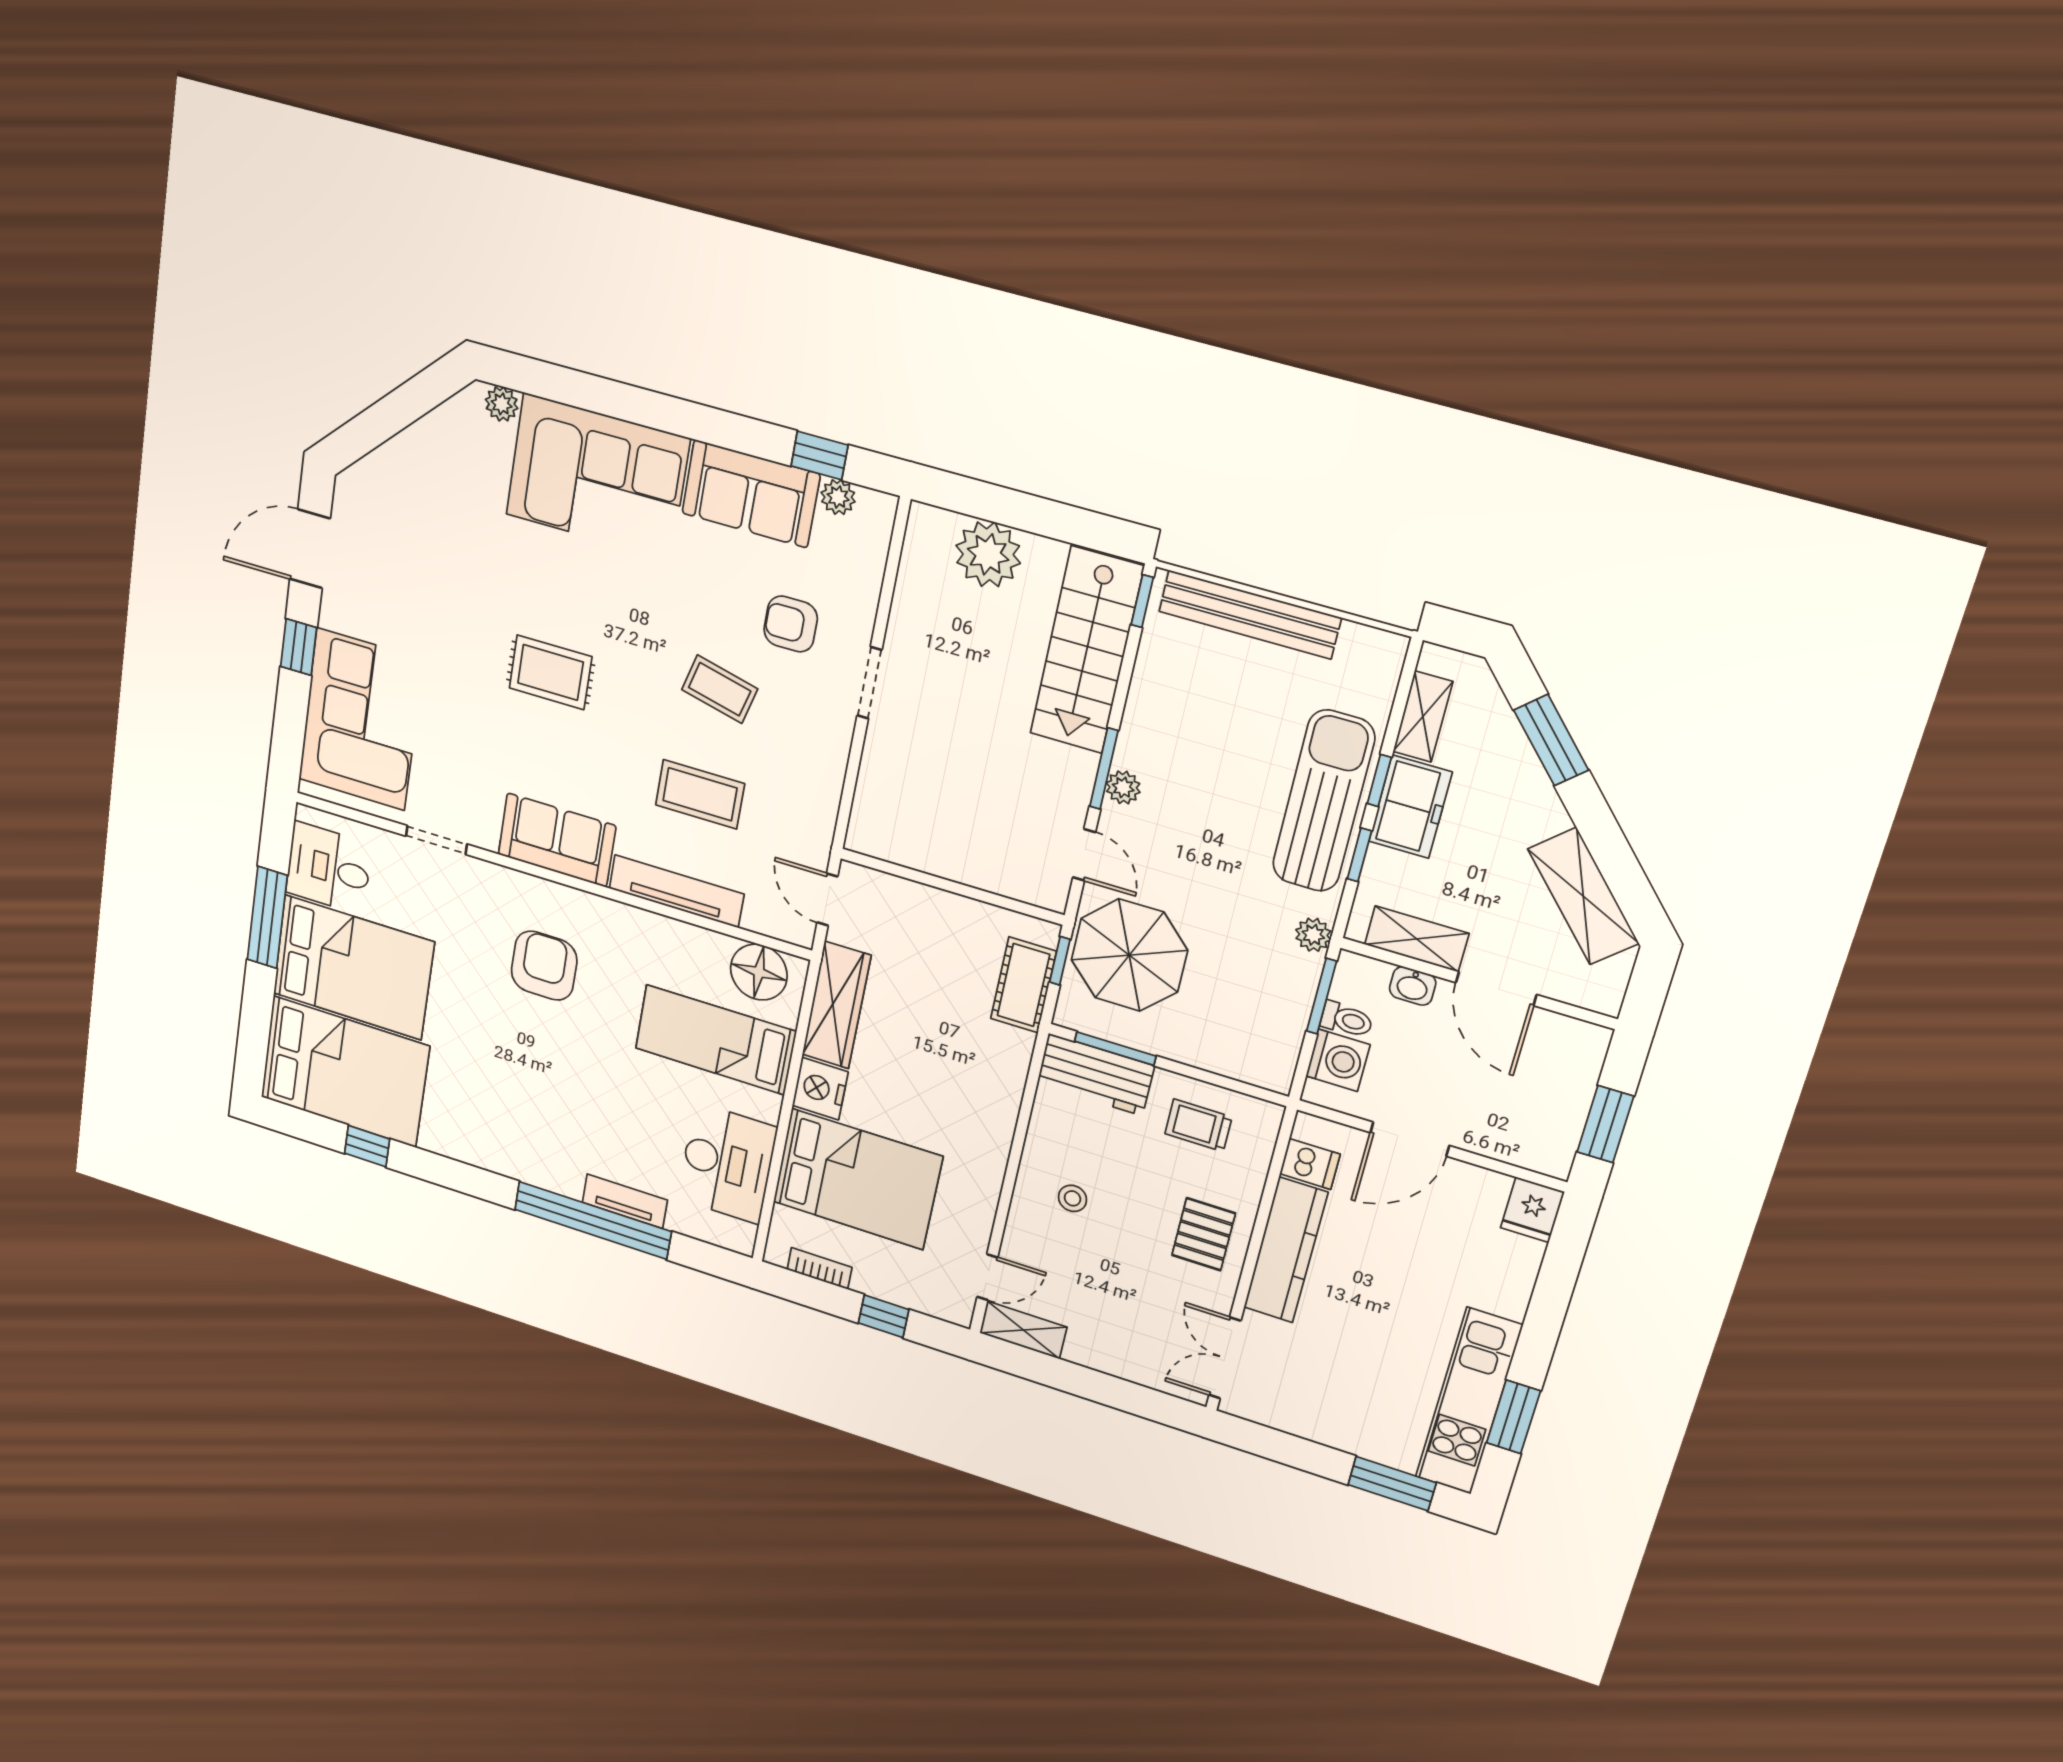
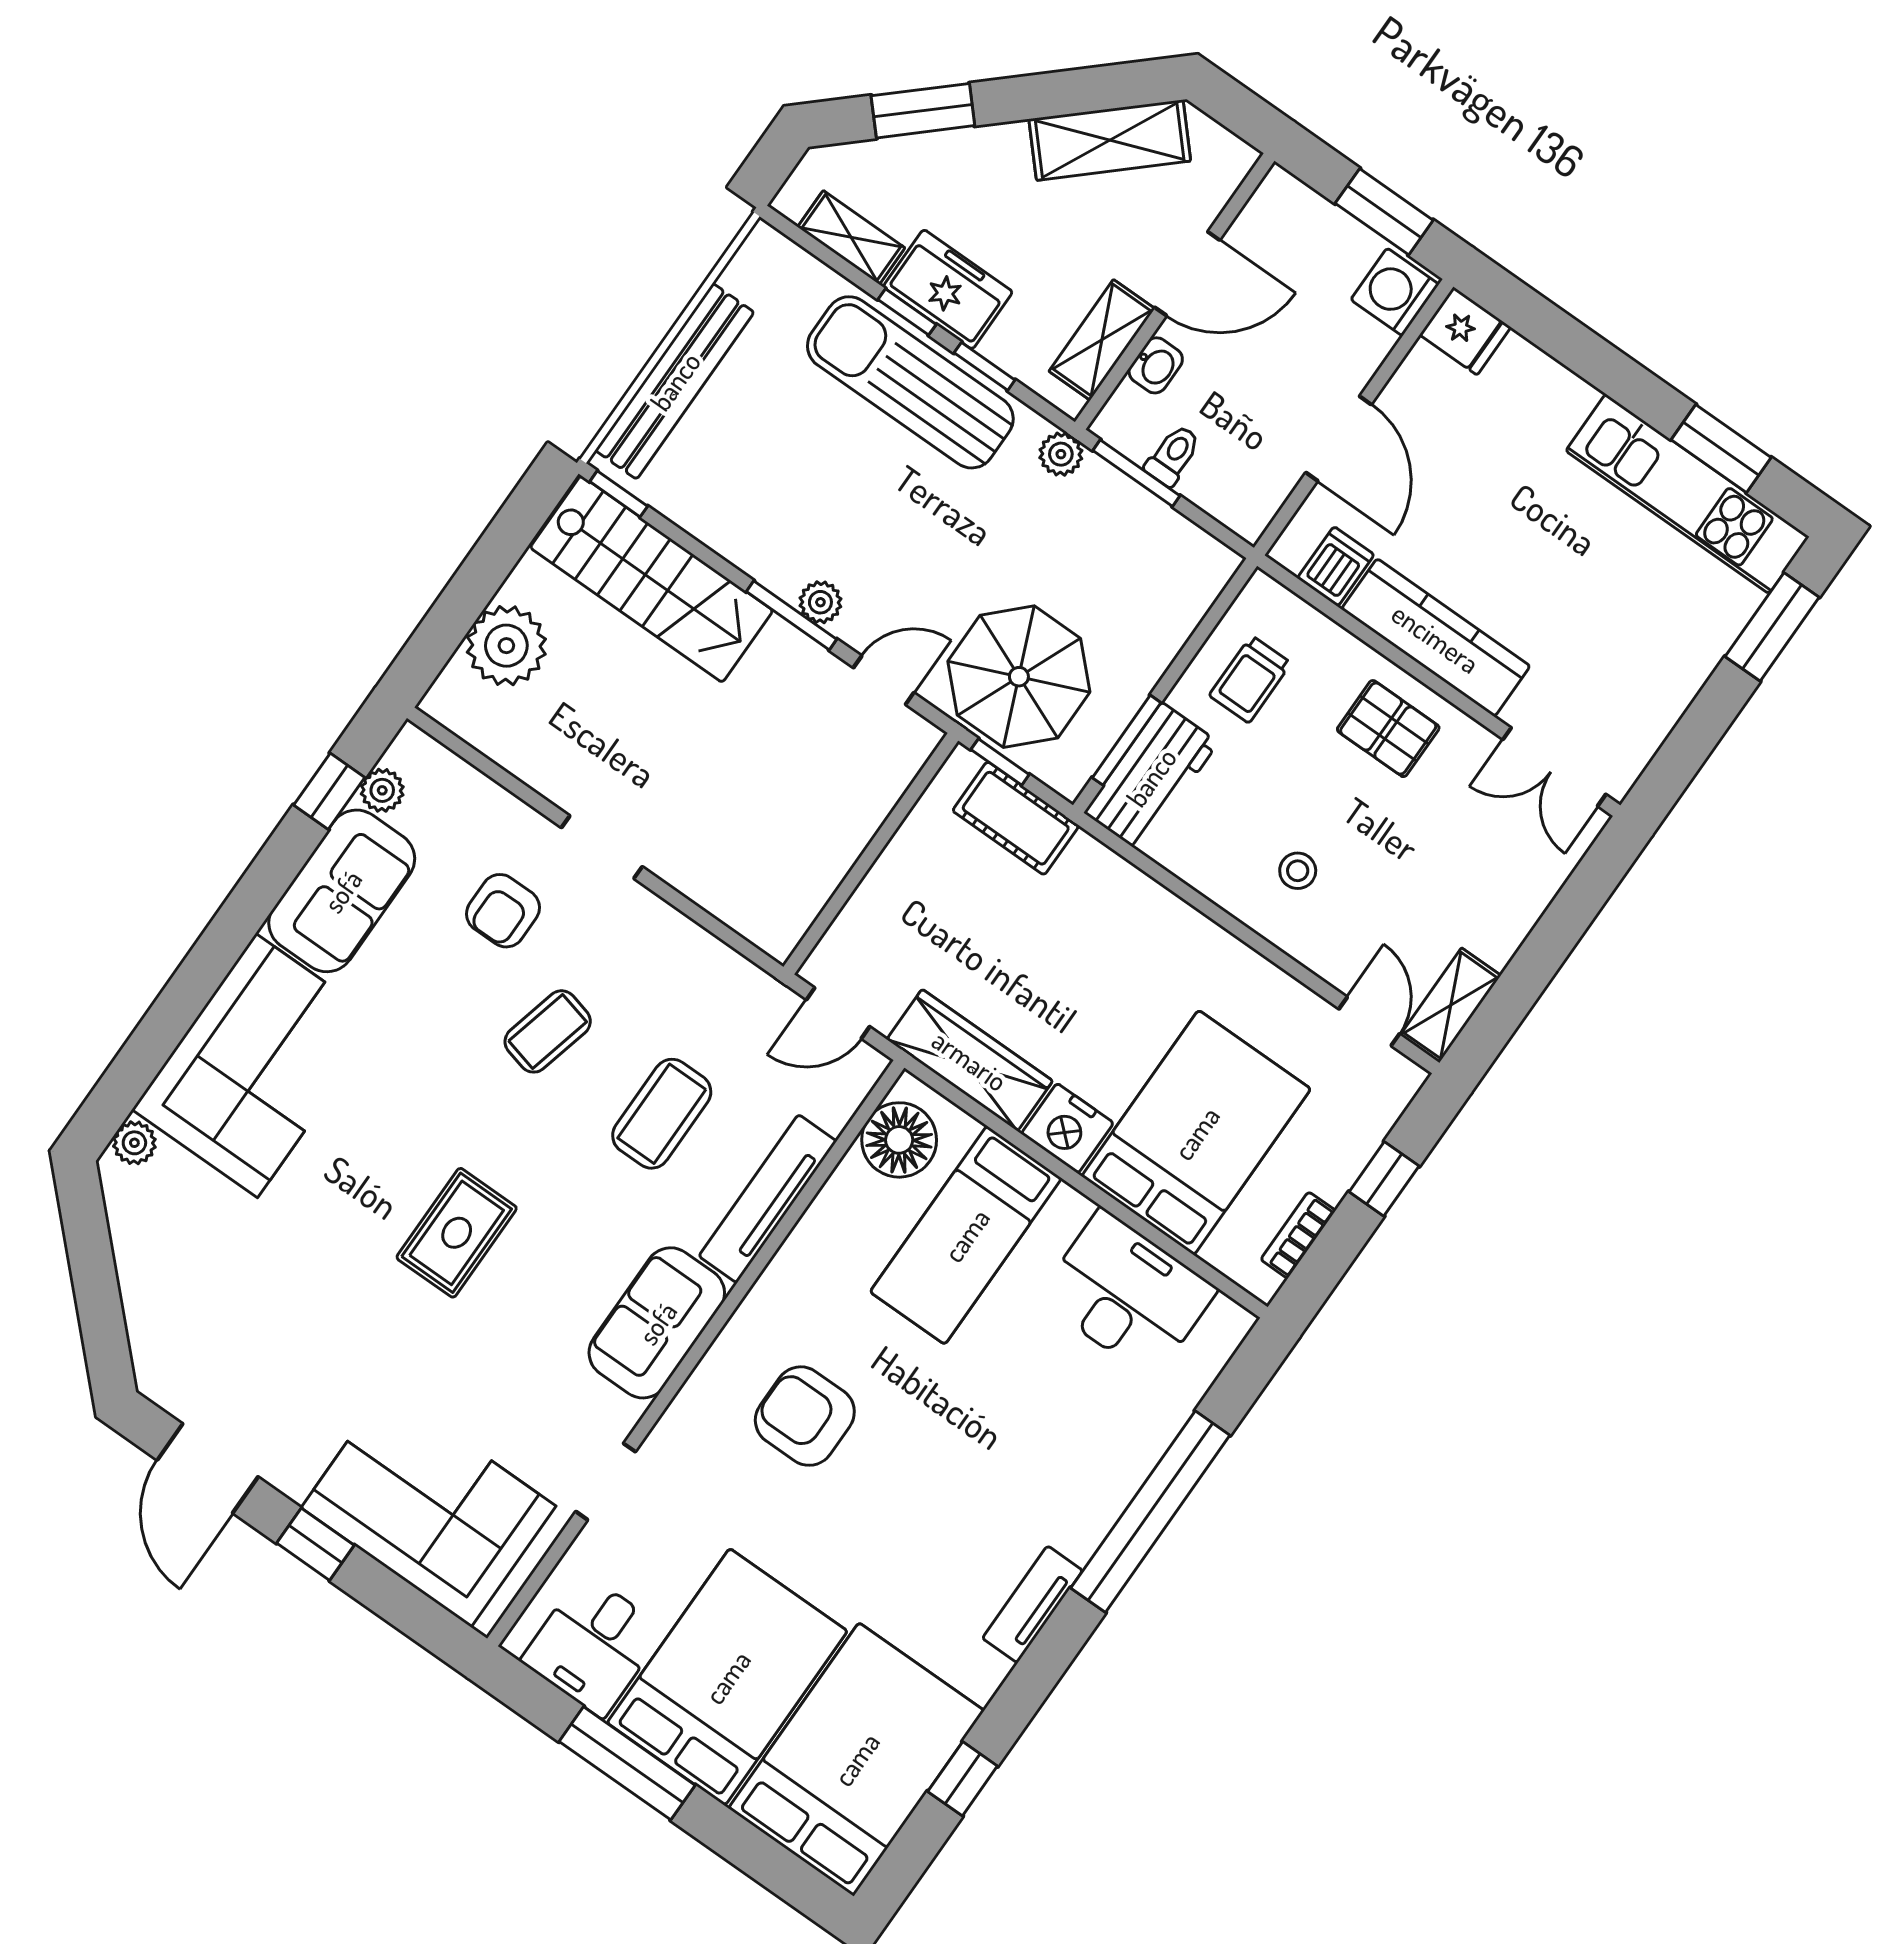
washing machine: (1338, 1060) -> (1395, 292), moved, turned -90
tv unit: (625, 1201) -> (1033, 1604), moved

